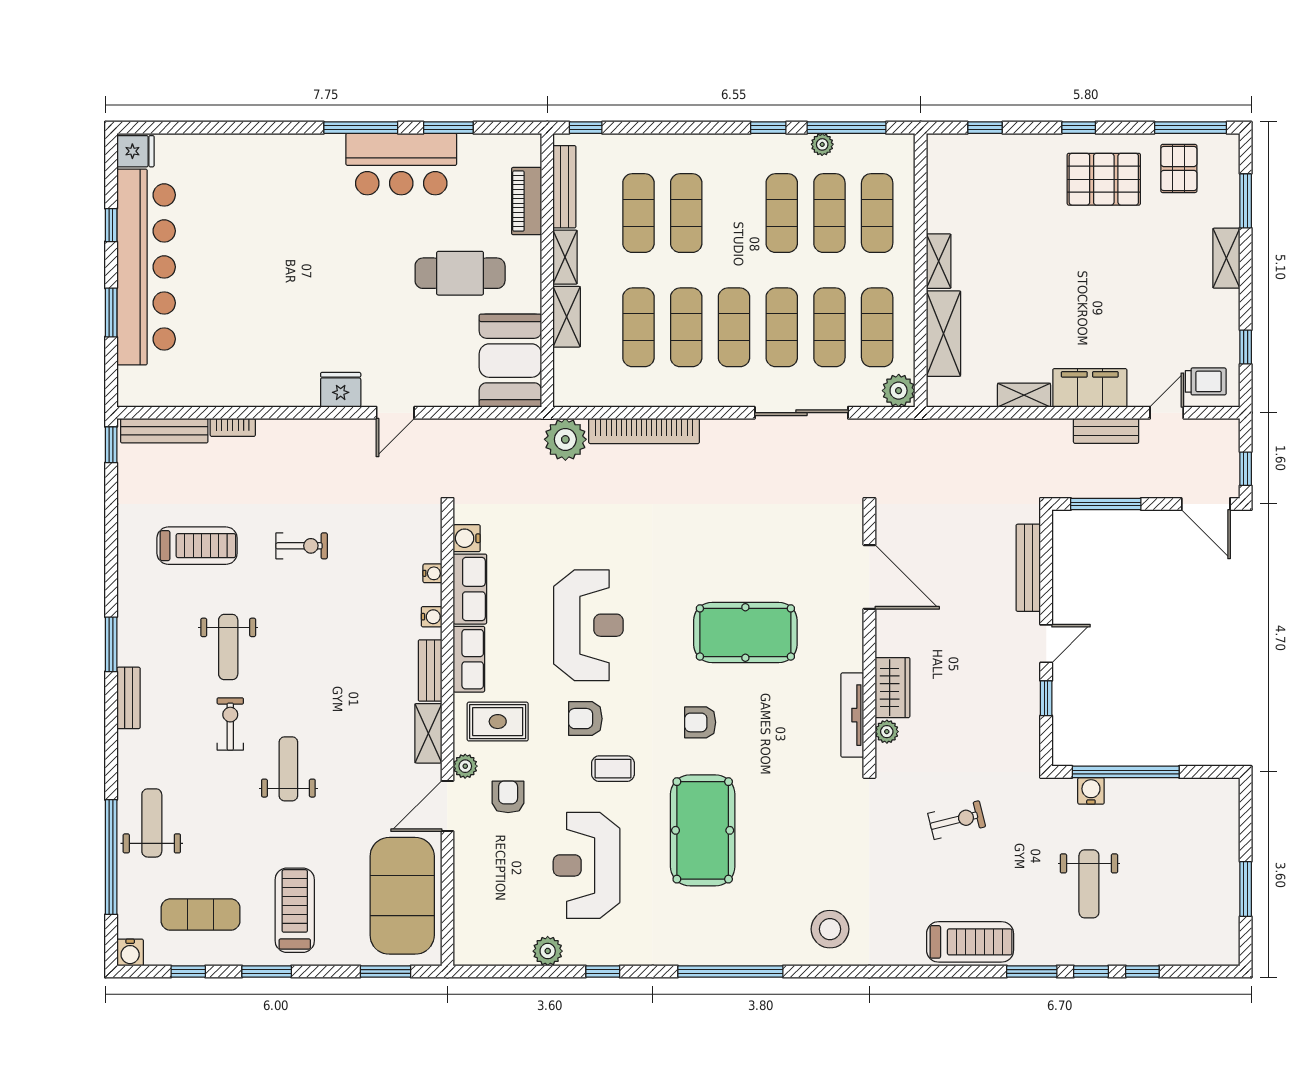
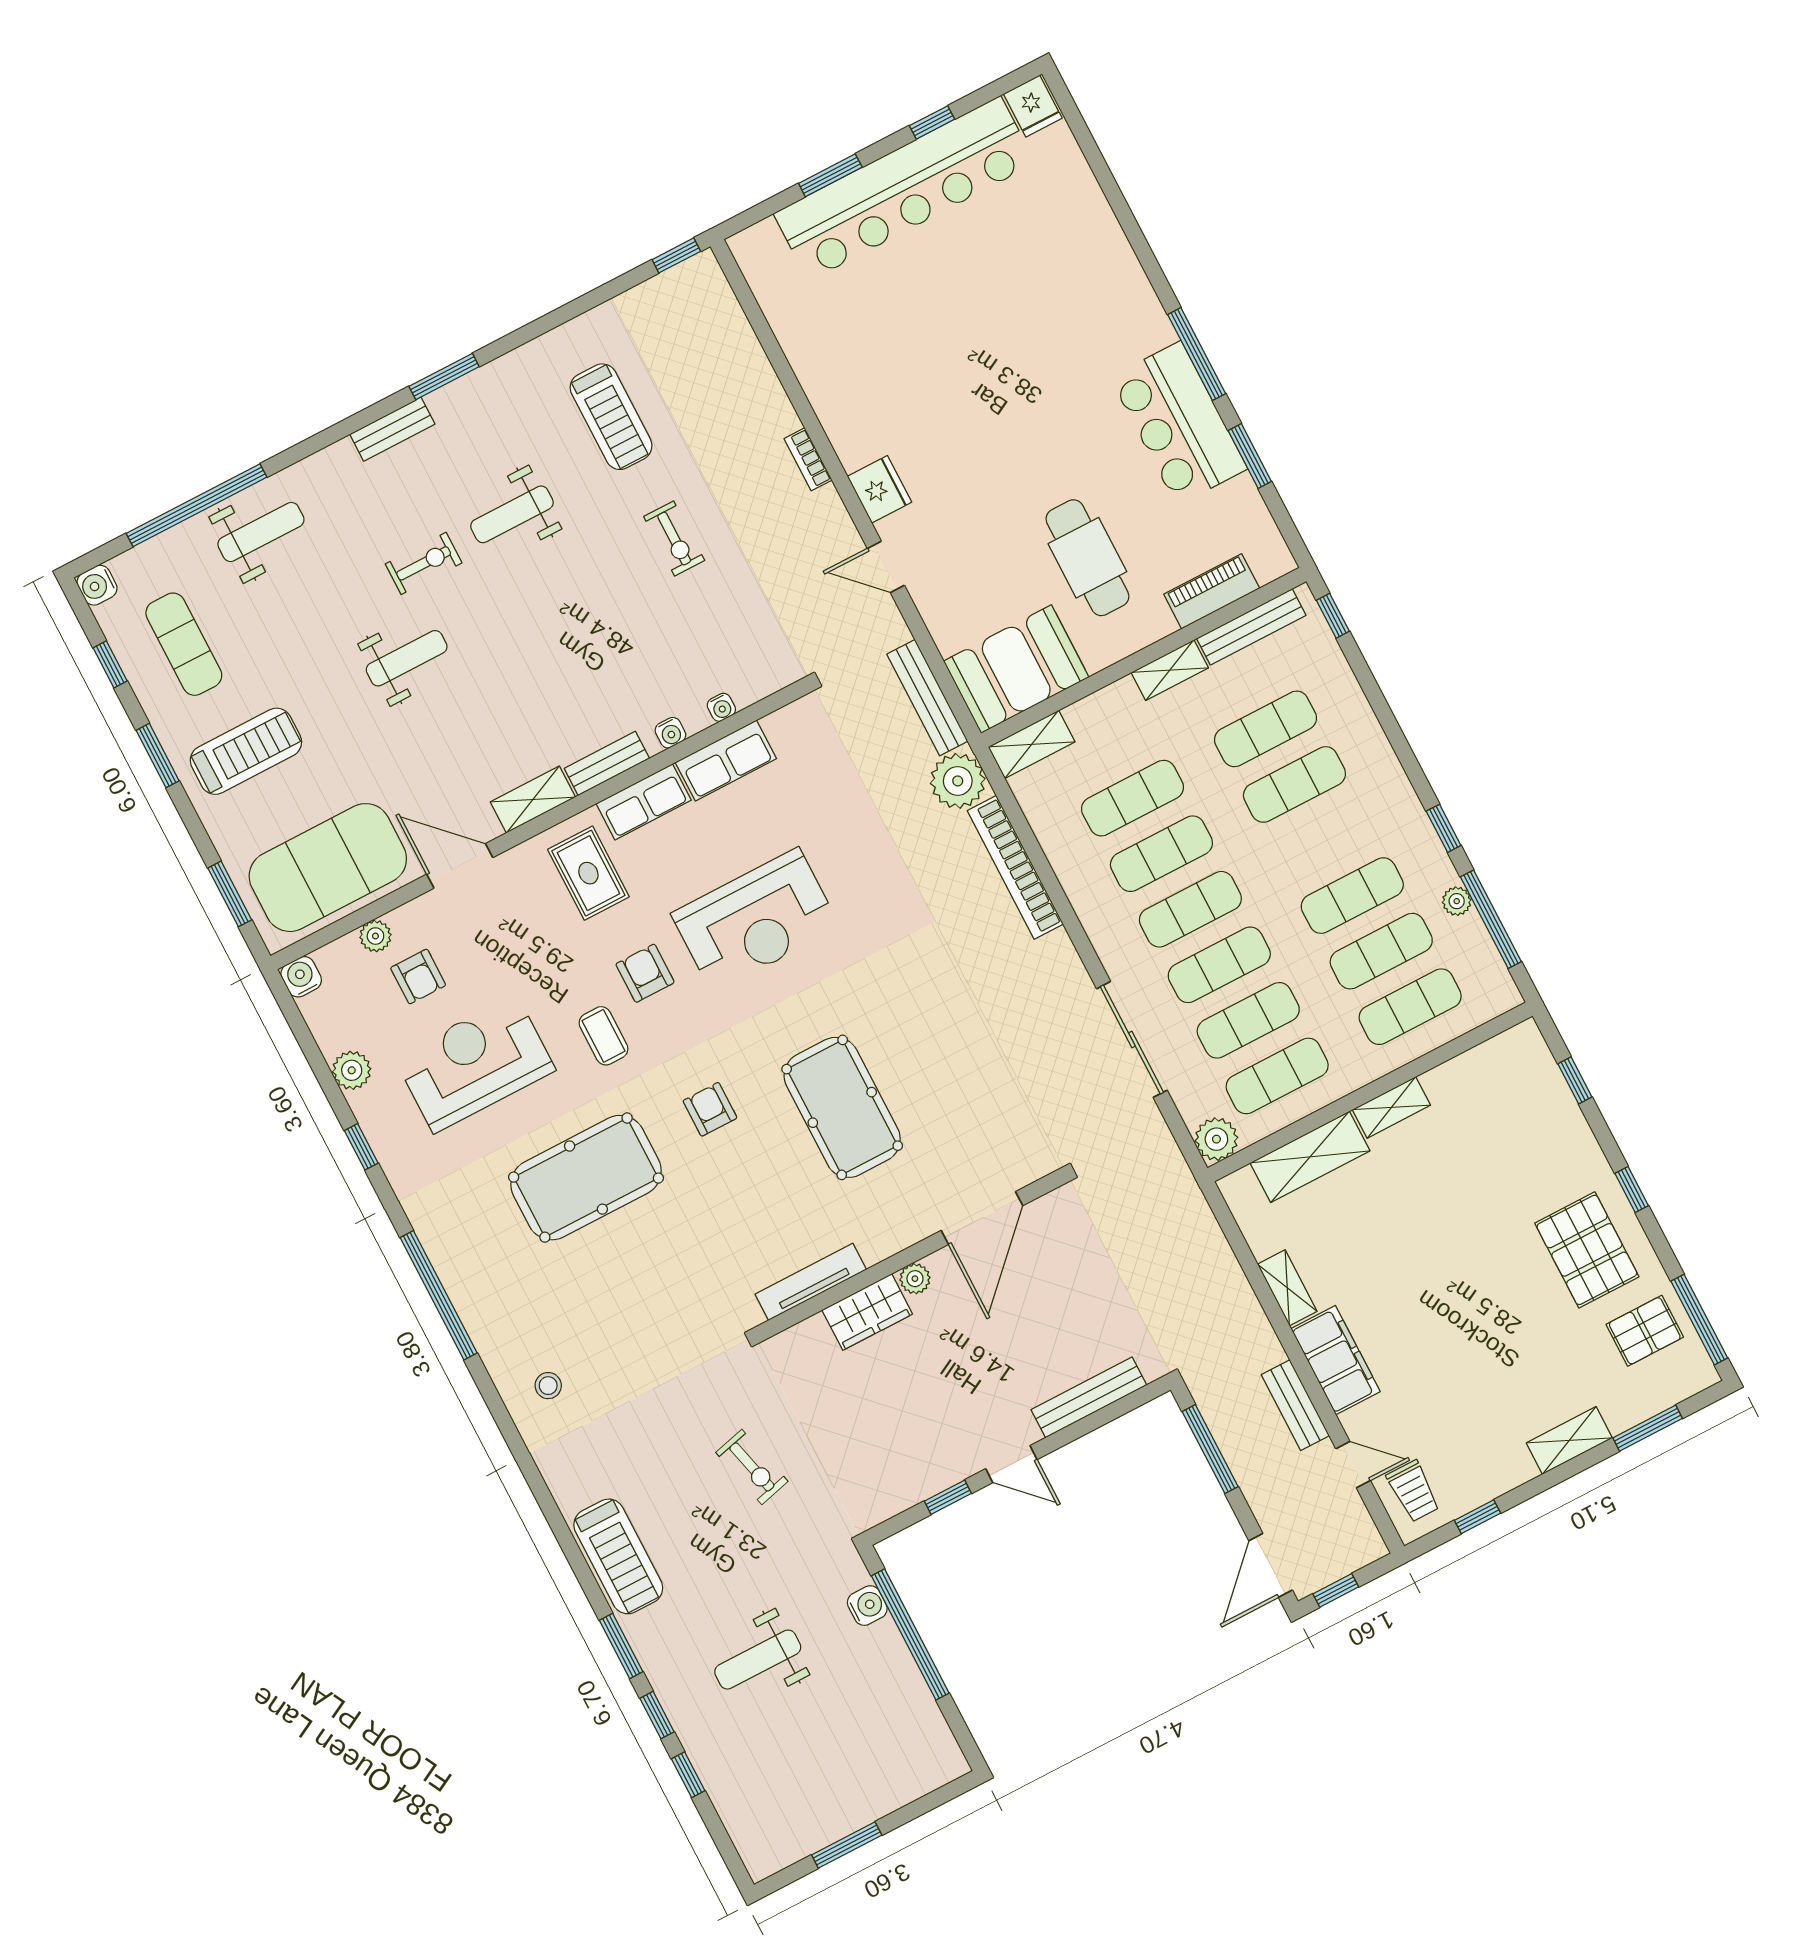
shelving: (567, 317) -> (1032, 744), moved
bookcase: (233, 427) -> (808, 459), moved
bench: (164, 431) -> (927, 698), moved
water cooler: (467, 538) -> (301, 977), moved
plant: (887, 732) -> (915, 1279), moved
plant: (465, 766) -> (375, 936), moved
armchair: (508, 797) -> (418, 977), moved, turned 90
stool: (830, 929) -> (548, 1386), width x0.53, depth x0.53

